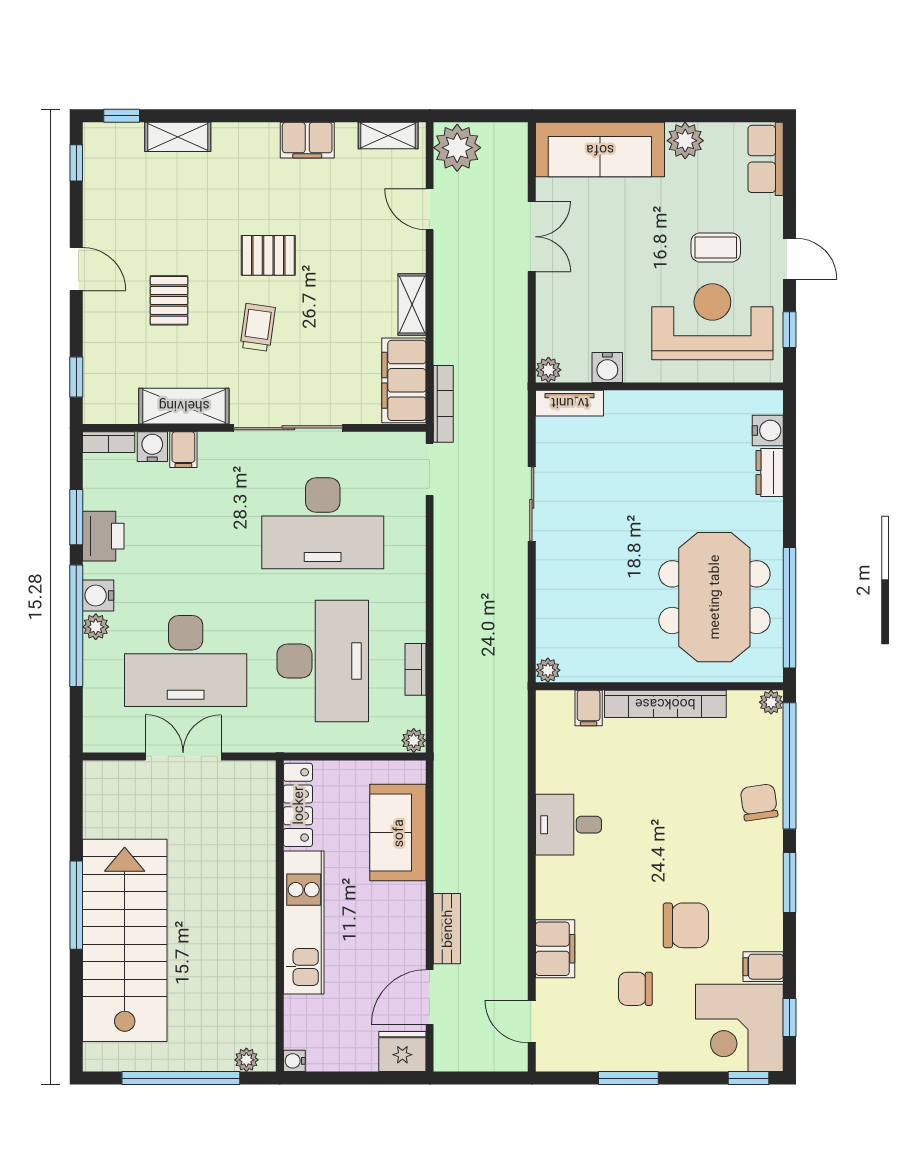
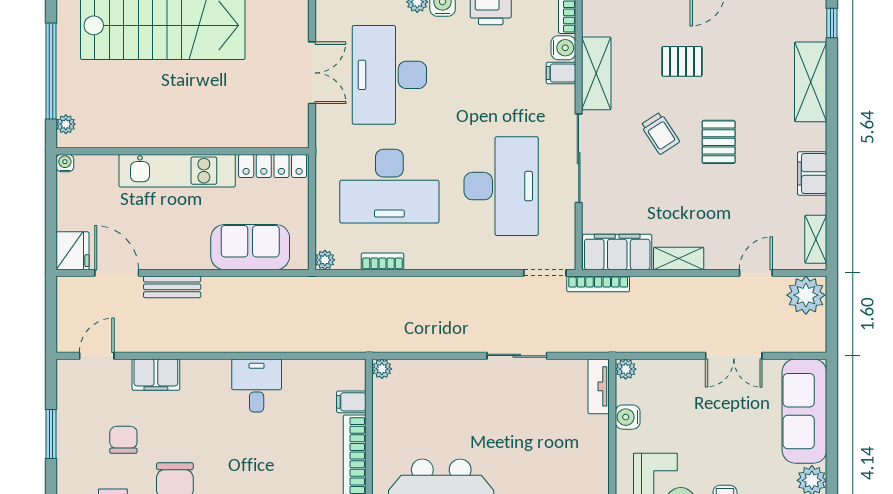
shelving: (178, 137) -> (811, 82), width x1.50, depth x1.33
trolley: (258, 327) -> (660, 133), turned 49
desk: (323, 523) -> (501, 186), turned 180

